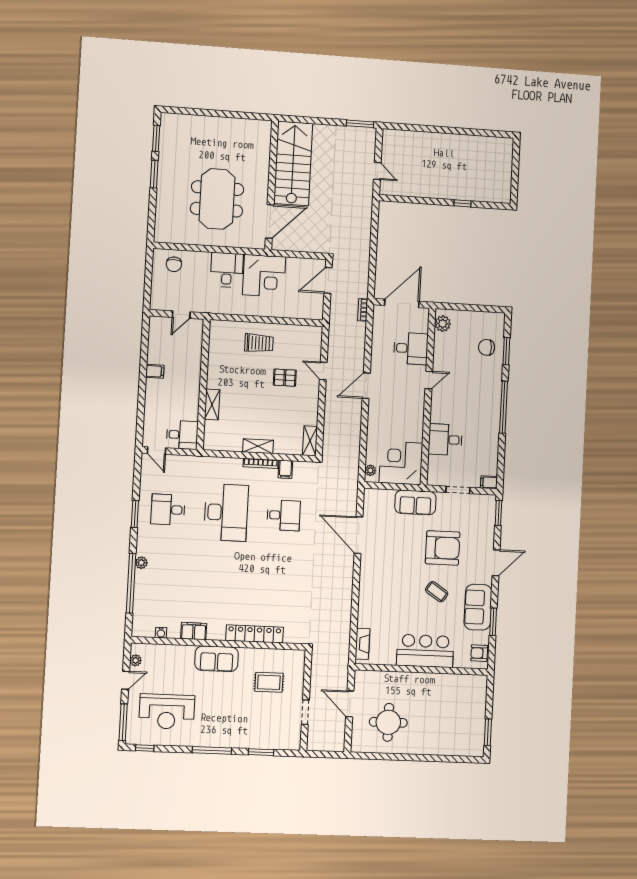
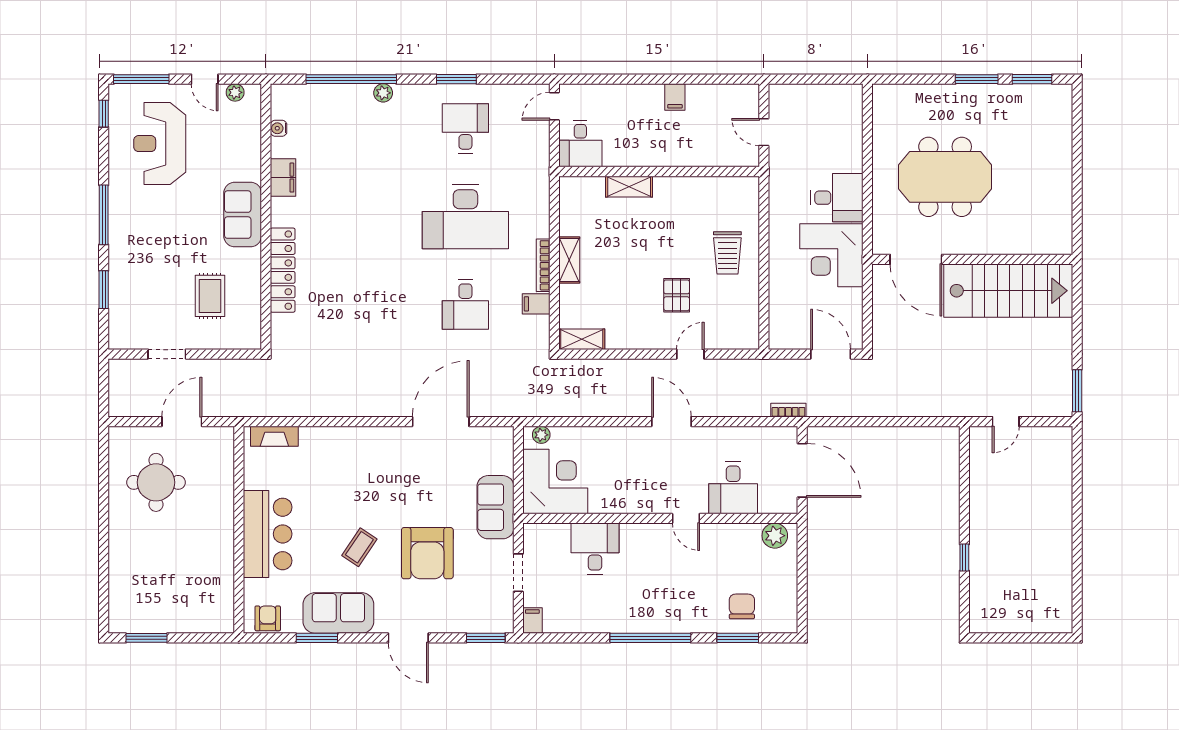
chair: (174, 264) -> (840, 117), removed

